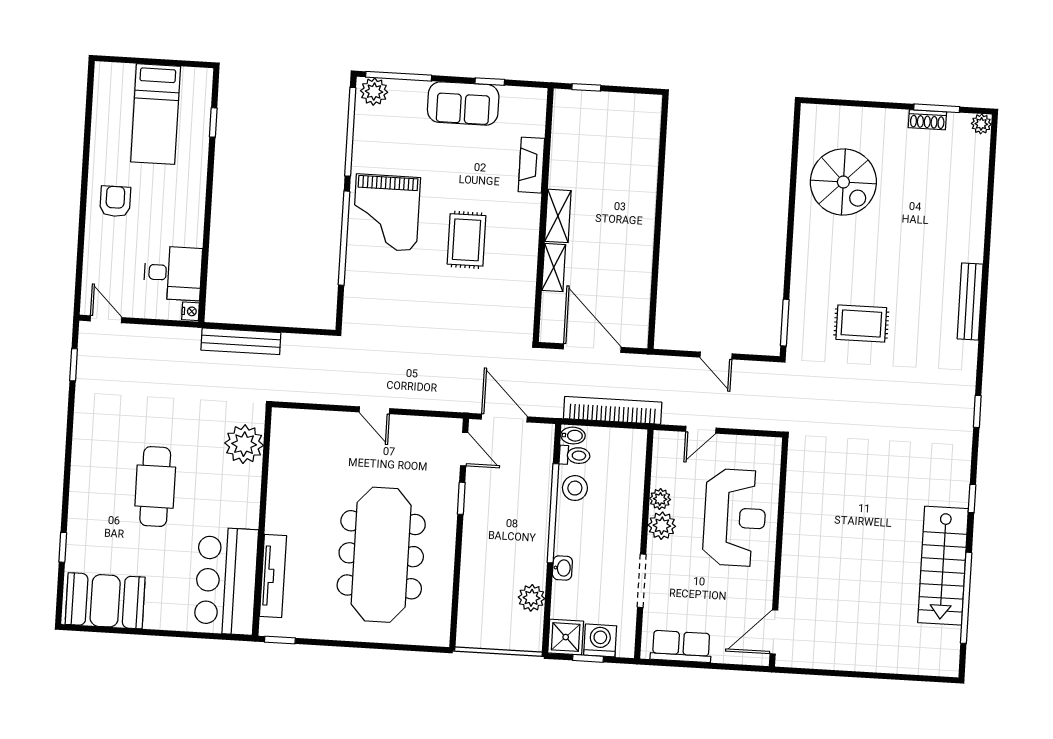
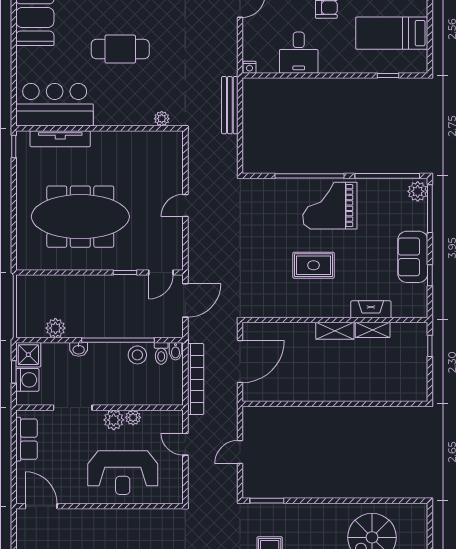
shelving: (554, 267) -> (373, 330), moved
desk: (173, 273) -> (299, 53), moved
plant: (244, 444) -> (162, 119), width x0.53, depth x0.53

